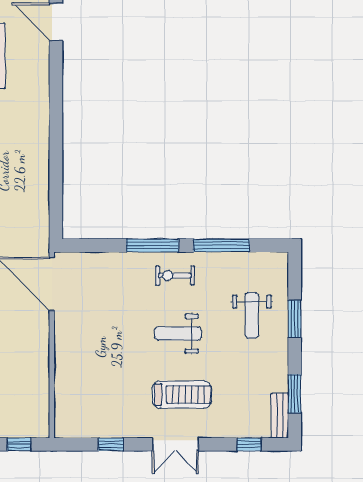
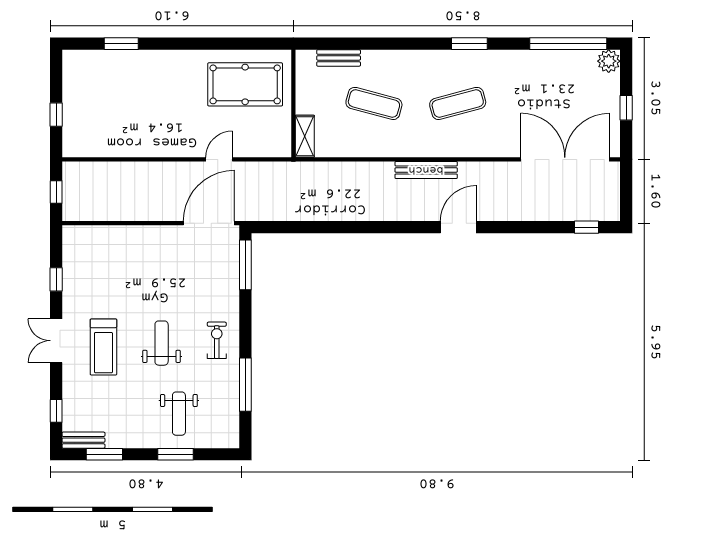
window: (152, 246) -> (245, 265), moved
weight bench: (252, 315) -> (179, 414), turned -90

